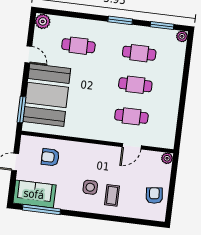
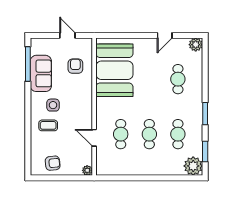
plant: (182, 36) -> (193, 166), width x1.88, depth x1.88
booth: (47, 95) -> (114, 70), moved, turned 90
window: (22, 110) -> (115, 35), removed
sofa: (34, 194) -> (41, 73), moved

